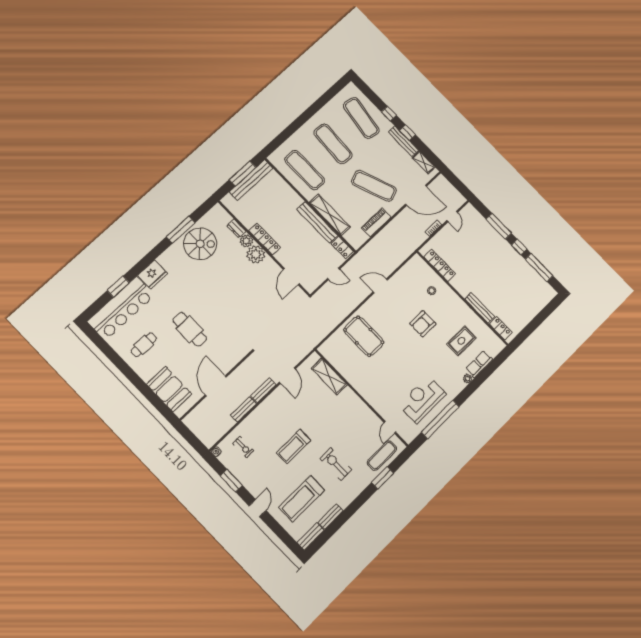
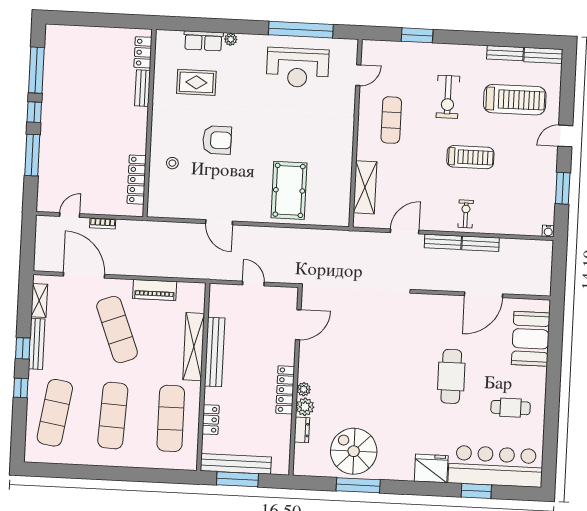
locker: (342, 247) -> (211, 420), moved
plant: (256, 254) -> (304, 389), width x0.53, depth x0.53
bench: (480, 308) -> (143, 88), width x0.73
exercise bike: (243, 447) -> (466, 214), moved
exercise mat: (382, 456) -> (391, 120), moved, turned 90

